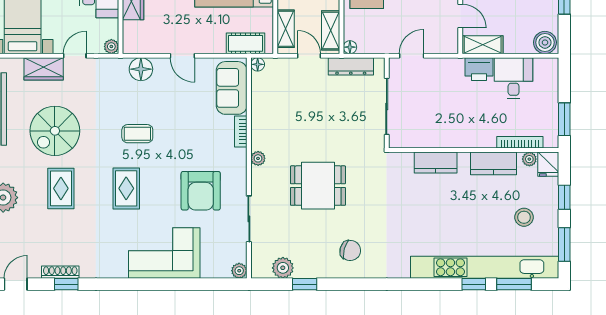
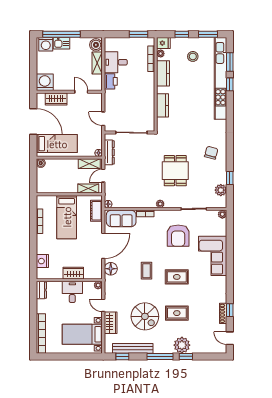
door: (460, 16) -> (81, 92), hinge flipped
shelving: (483, 45) -> (97, 63), moved
door: (182, 56) -> (103, 246), width x1.87
armchair: (201, 191) -> (178, 236), turned 90

